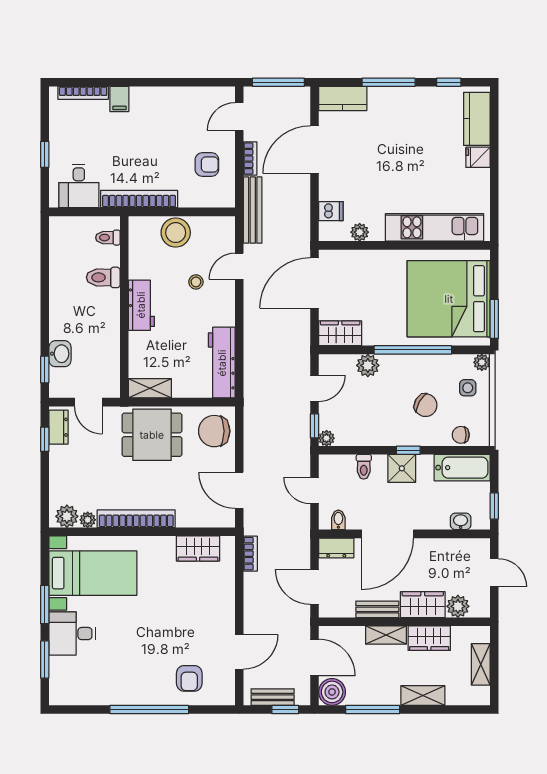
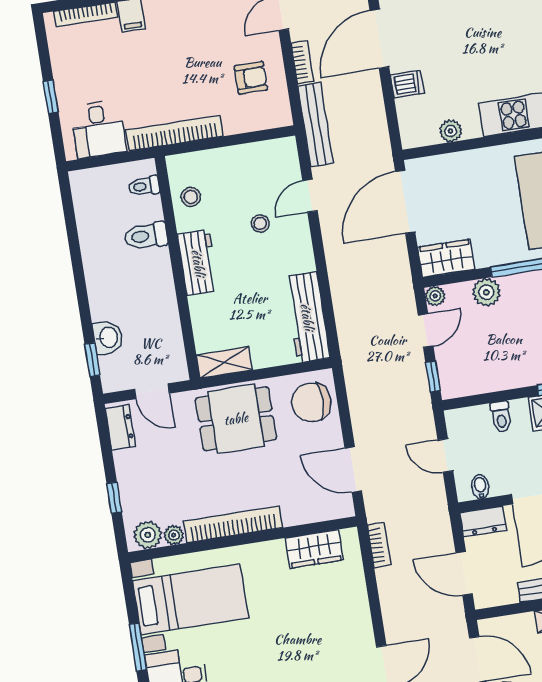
dishwasher: (331, 211) -> (407, 84), moved
stool: (176, 233) -> (191, 197), moved, width x0.53, depth x0.53
plant: (327, 438) -> (435, 296), moved
window: (45, 439) -> (114, 498), moved

